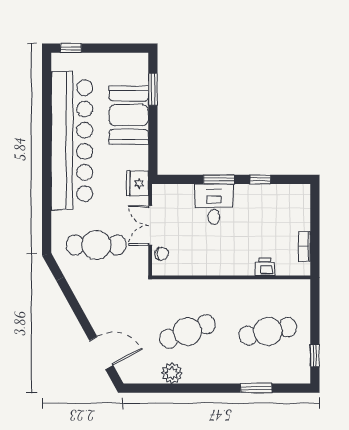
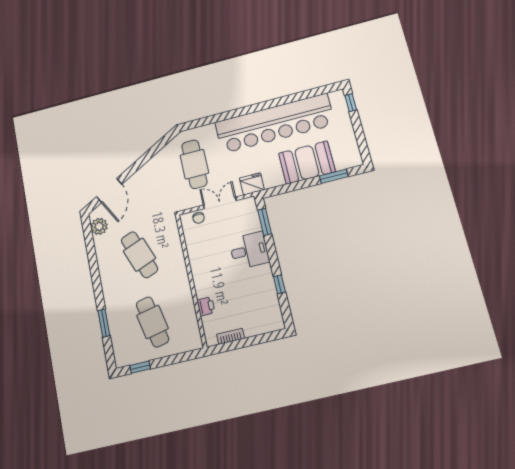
window: (219, 179) -> (265, 222), moved
plant: (172, 373) -> (99, 226), moved

